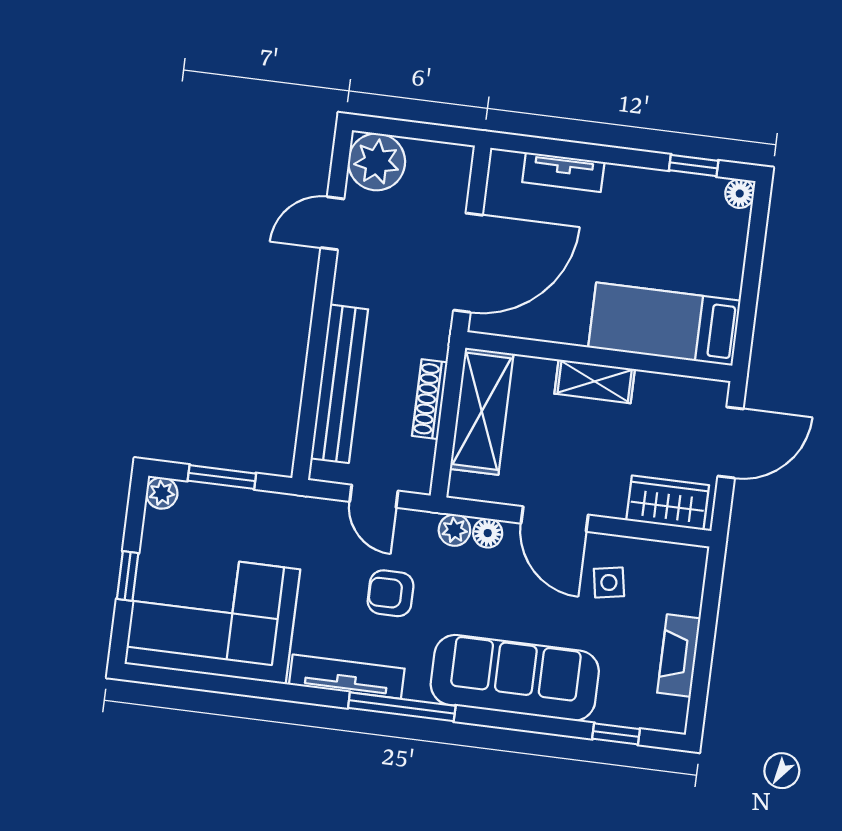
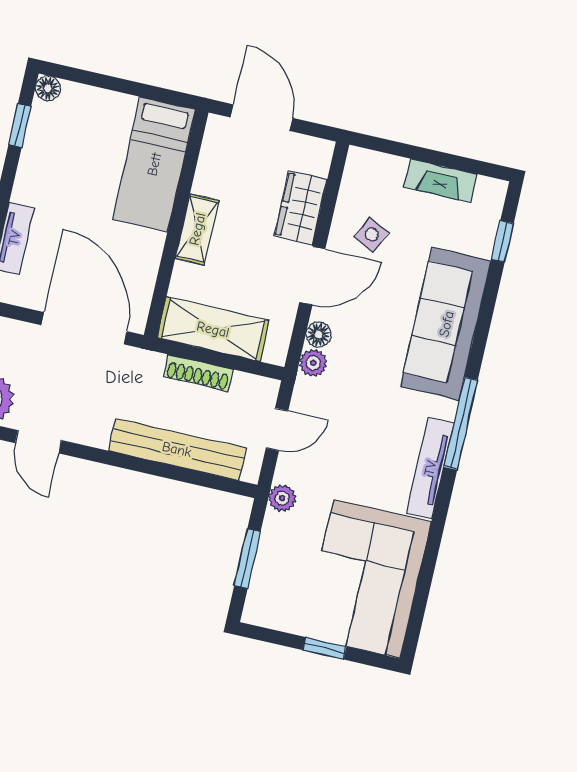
plant: (162, 493) -> (282, 498), moved
wardrobe: (668, 503) -> (301, 208), moved
side table: (609, 583) -> (372, 234), turned 36
armchair: (391, 593) -> (362, 423), removed

